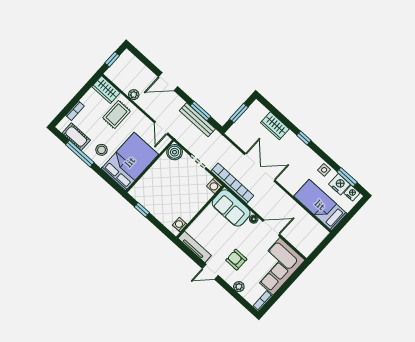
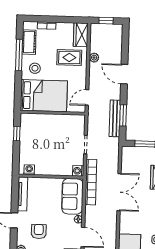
boiler: (175, 152) -> (78, 122), removed

